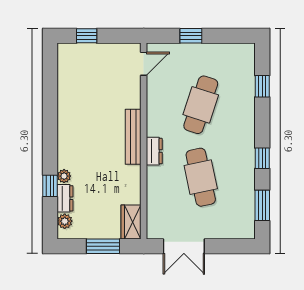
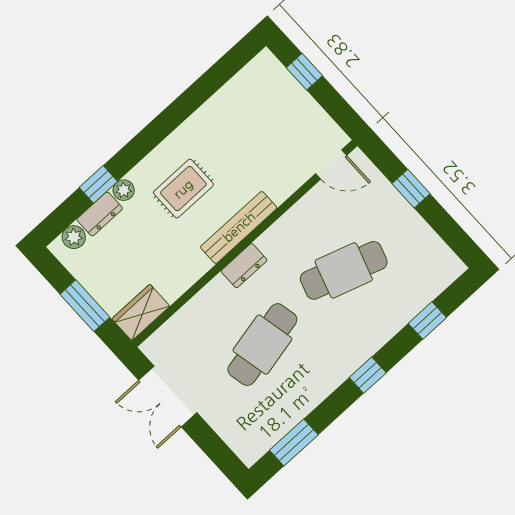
rug: (90, 146) -> (183, 189), added
window: (262, 158) -> (368, 375), moved

